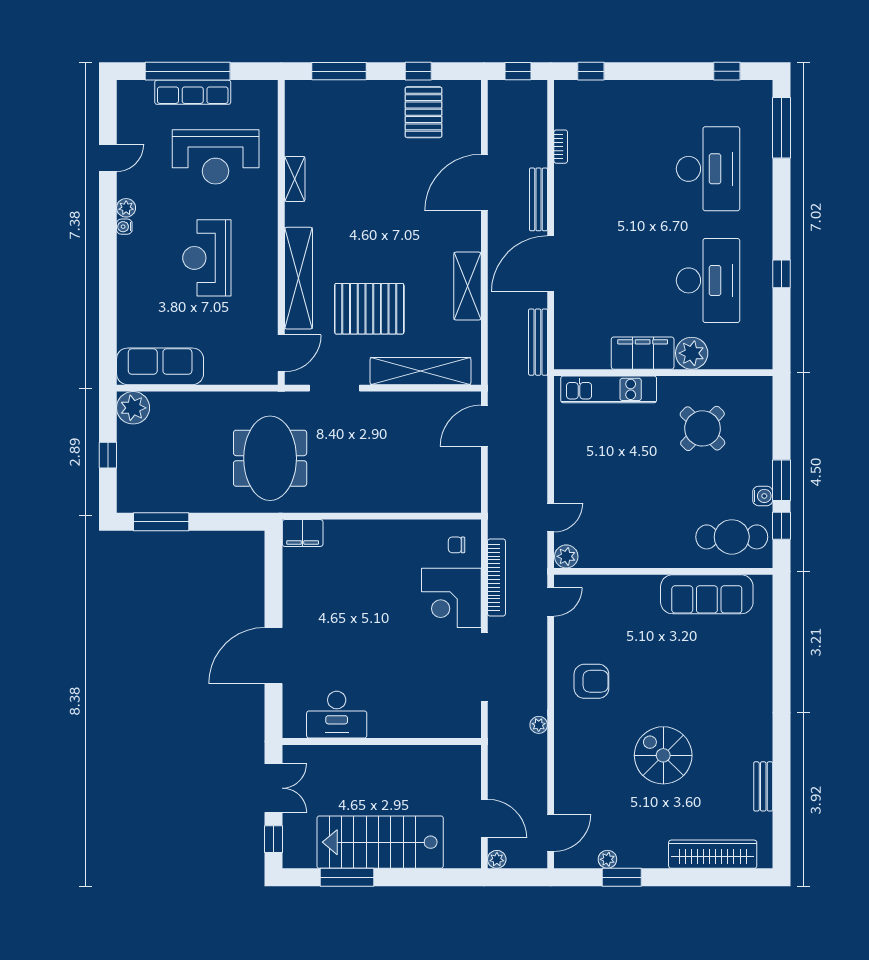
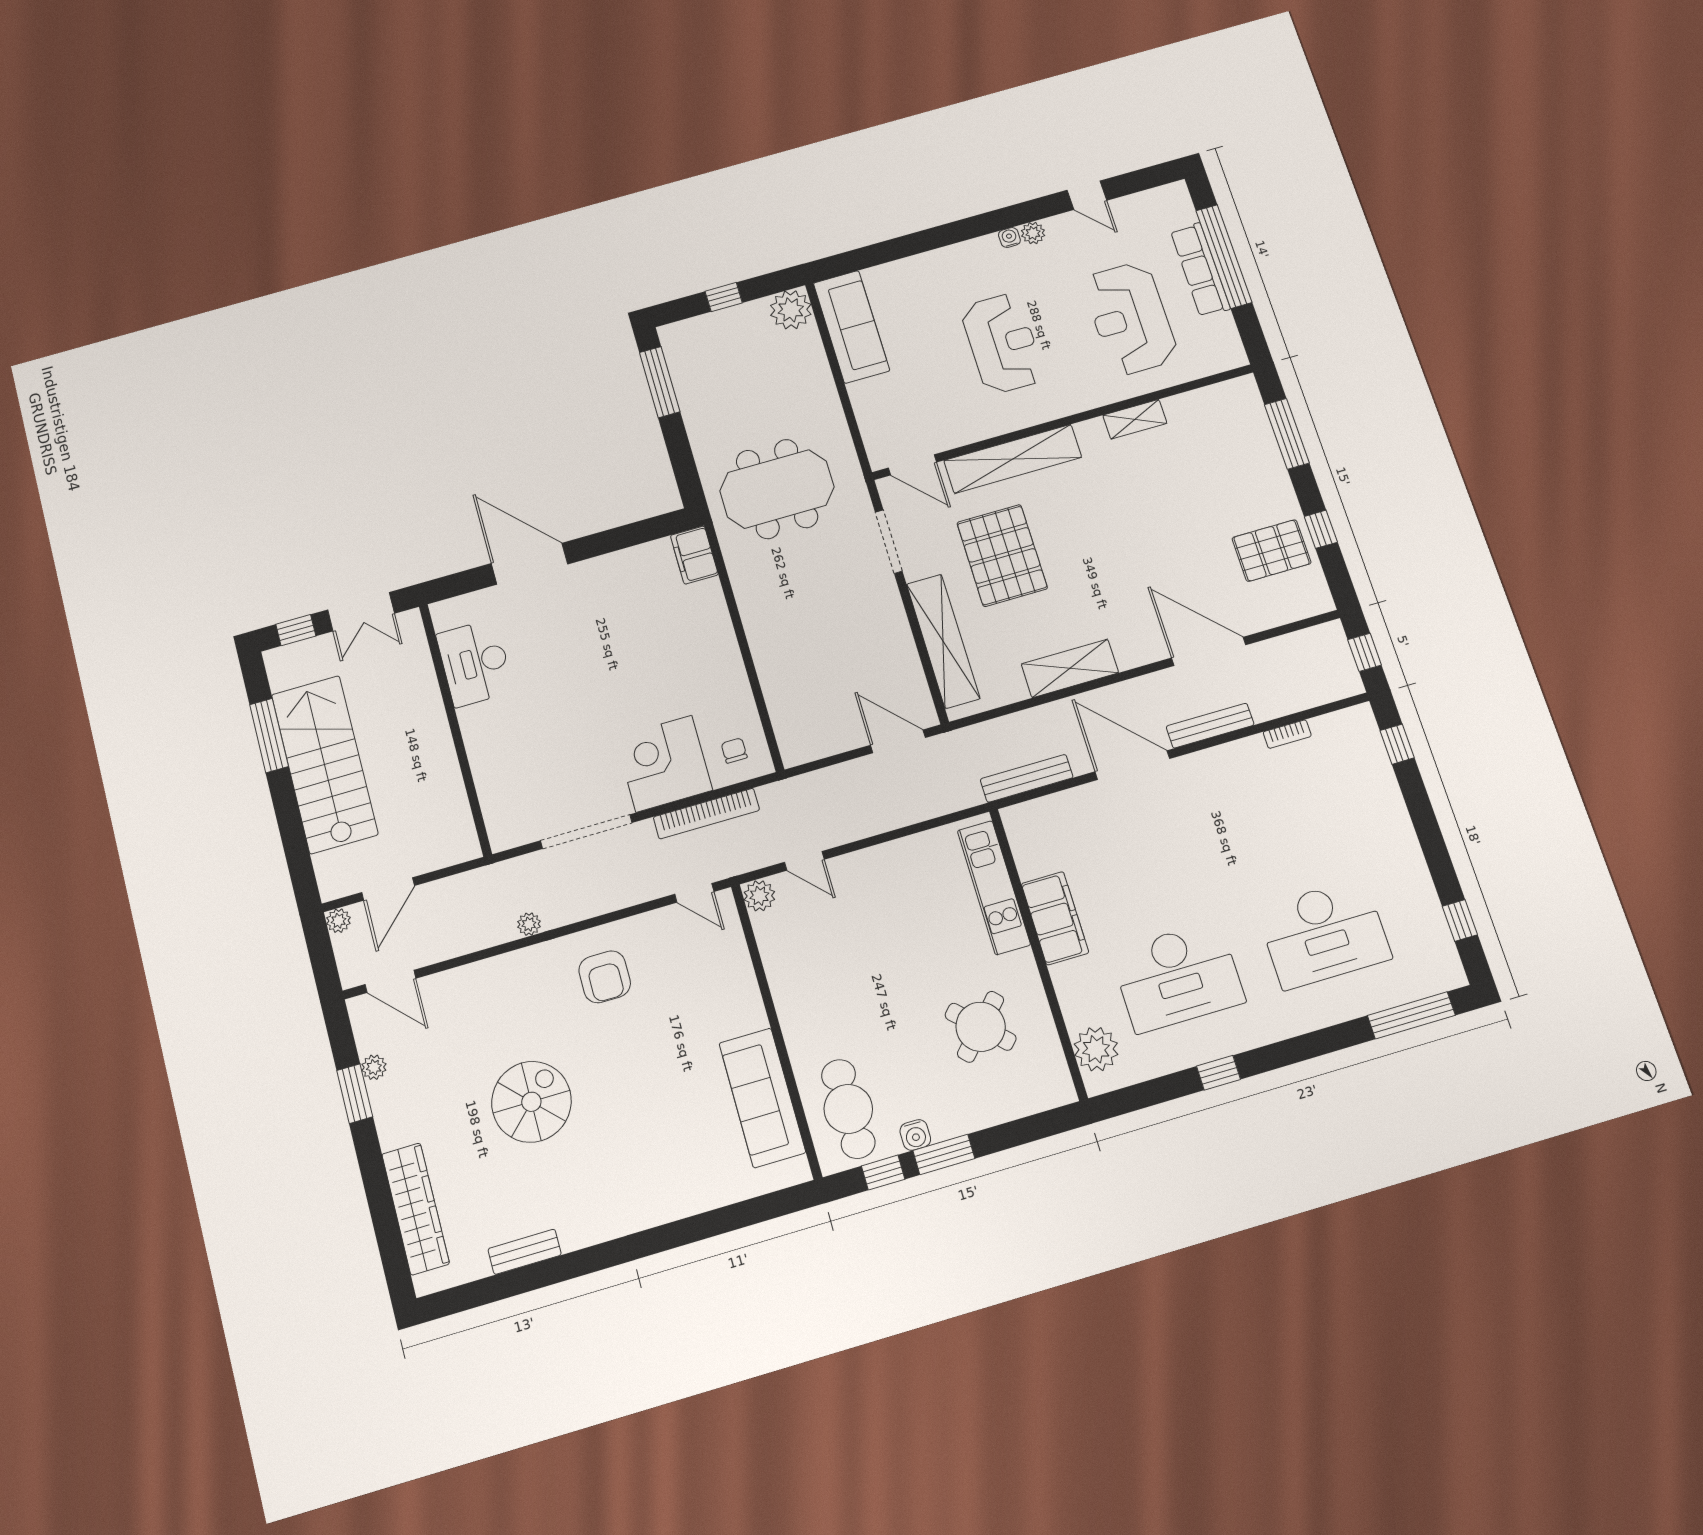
reception desk: (207, 258) -> (1003, 343), turned 90
plant: (692, 353) -> (1096, 1049), moved

